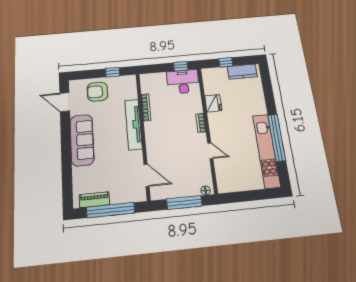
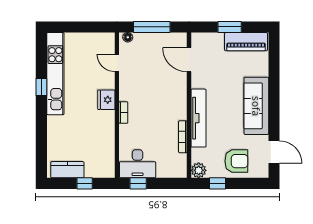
plant: (130, 81) -> (199, 170), added
fridge: (213, 103) -> (106, 100), moved
window: (277, 138) -> (41, 87), width x0.32
door: (210, 151) -> (117, 63), moved
piano: (94, 200) -> (246, 42), width x1.37, depth x1.33
window: (111, 210) -> (230, 27), width x0.47

